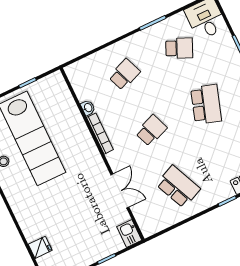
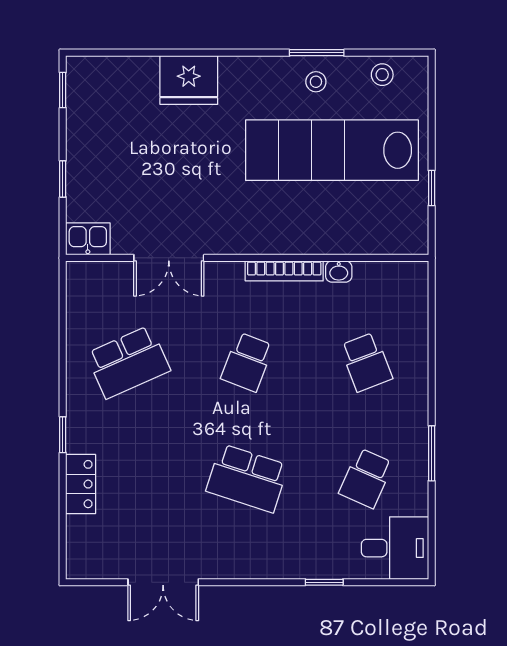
school desk: (151, 130) -> (247, 362), turned 42
fridge: (40, 247) -> (189, 80), moved, width x1.88, depth x1.34

